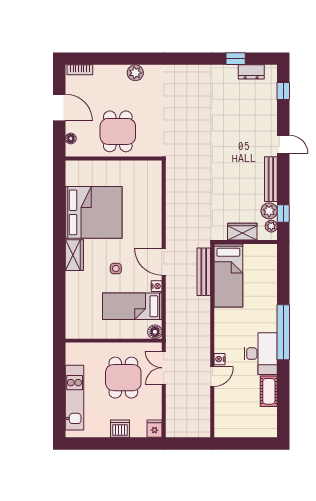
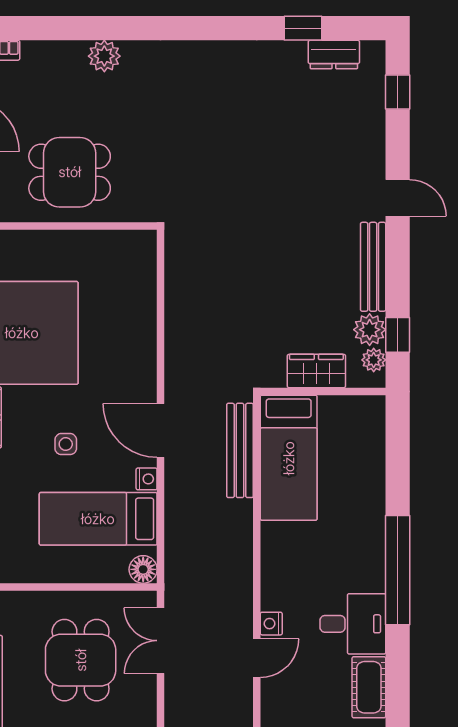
dining table: (118, 131) -> (70, 172), turned 90
desk: (261, 354) -> (353, 624), width x0.73

